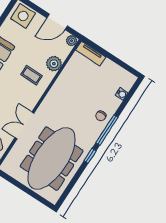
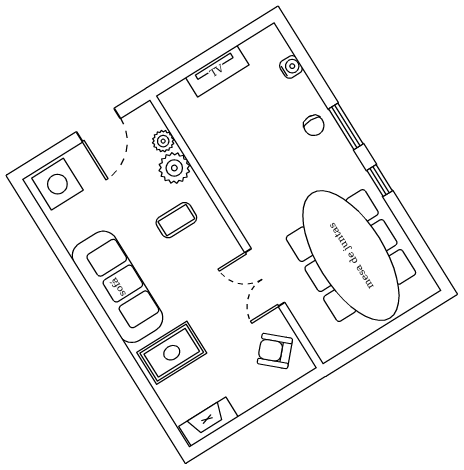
plant: (72, 41) -> (163, 141), moved
tv unit: (91, 54) -> (217, 71), moved
window: (107, 130) -> (346, 126), width x0.69

